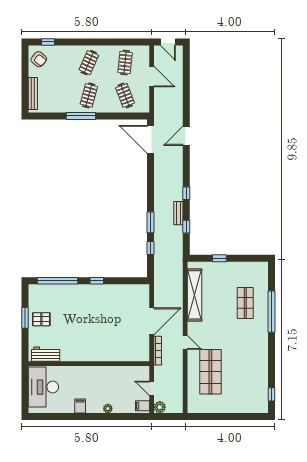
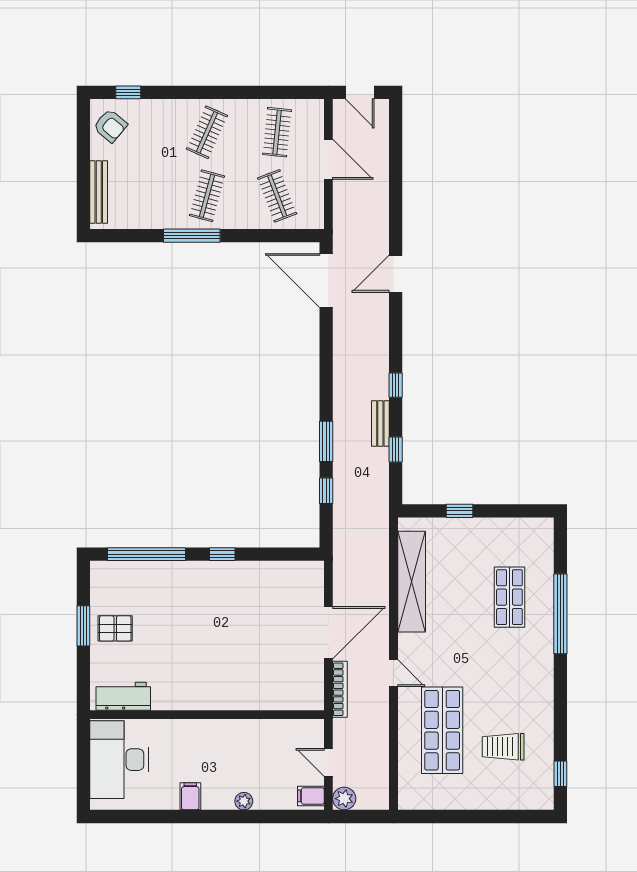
trolley: (242, 380) -> (503, 747), added

